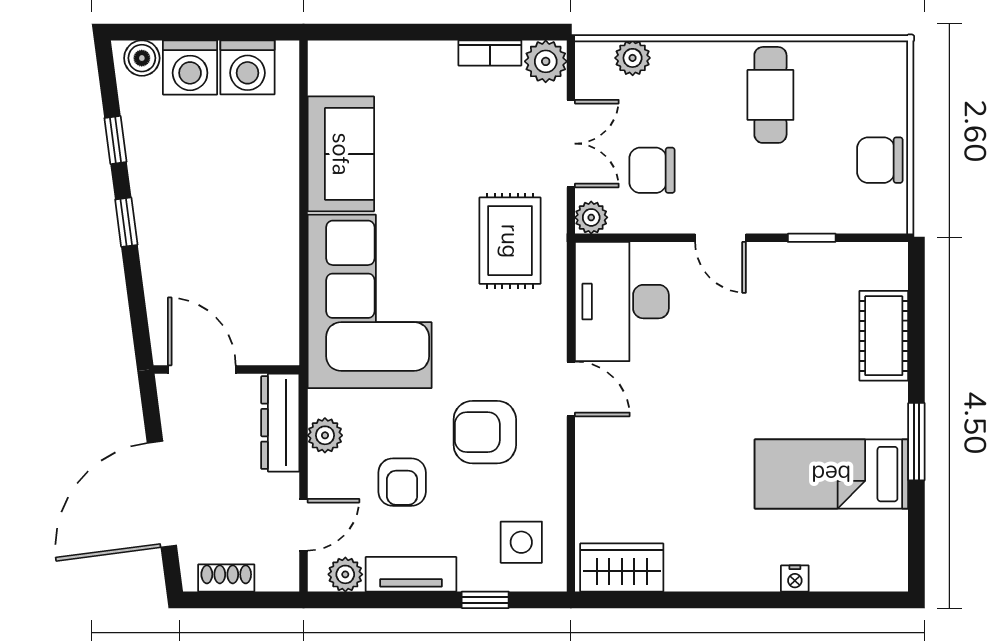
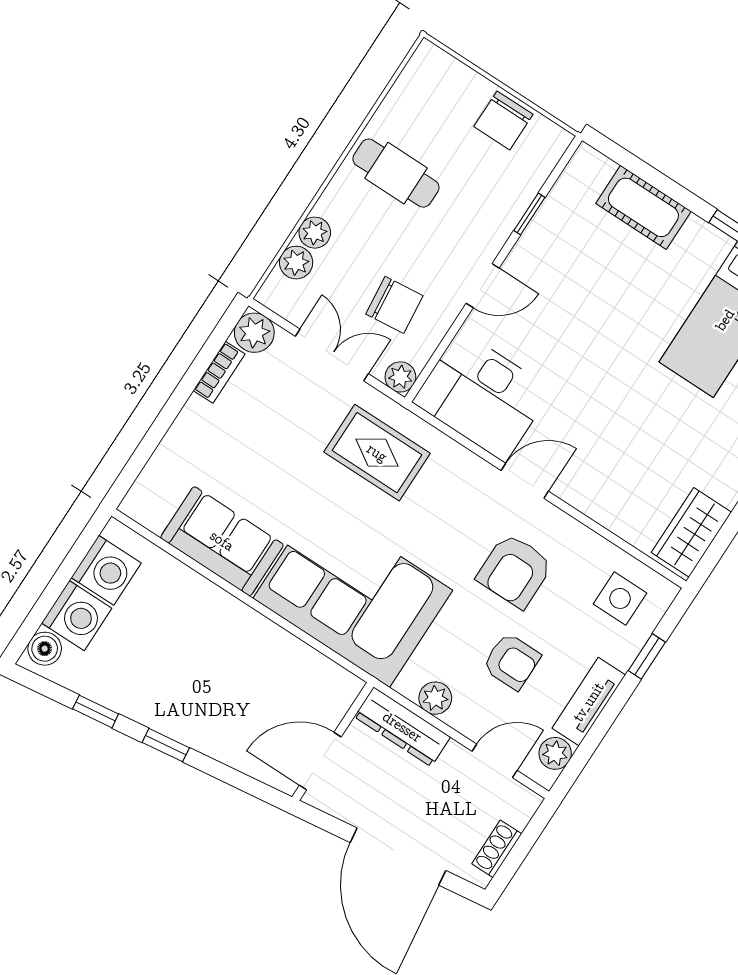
plant: (670, 57) -> (315, 233), added
chair: (652, 170) -> (394, 305), turned -96
door: (304, 525) -> (495, 761), hinge flipped

